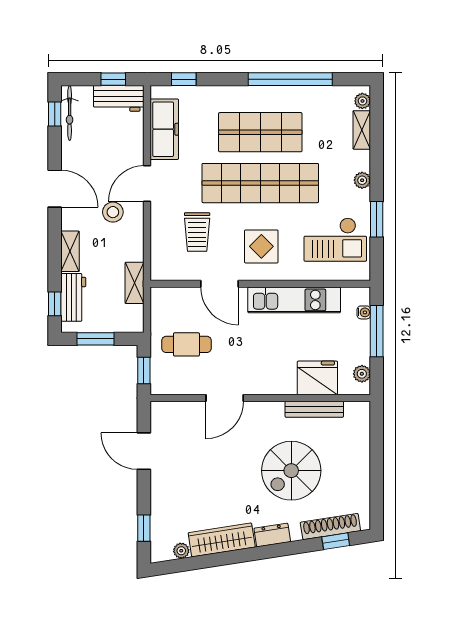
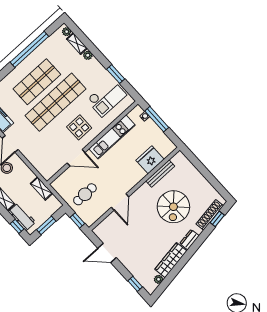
plant: (362, 180) -> (88, 55), moved
trolley: (197, 232) -> (48, 145), removed
plant: (362, 374) -> (166, 142), removed

